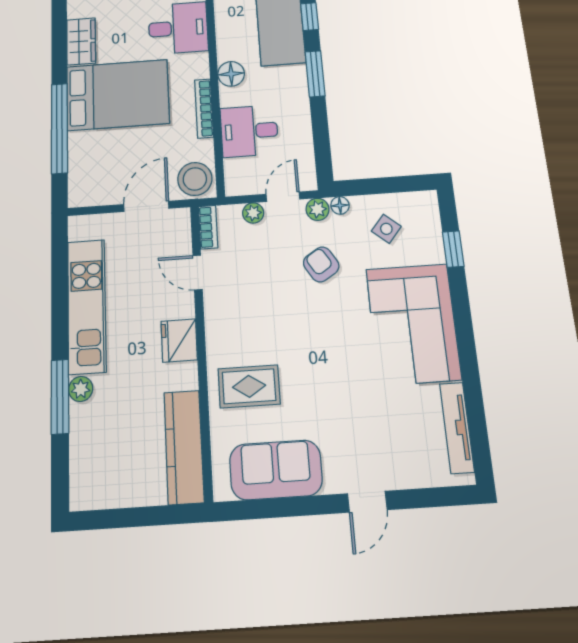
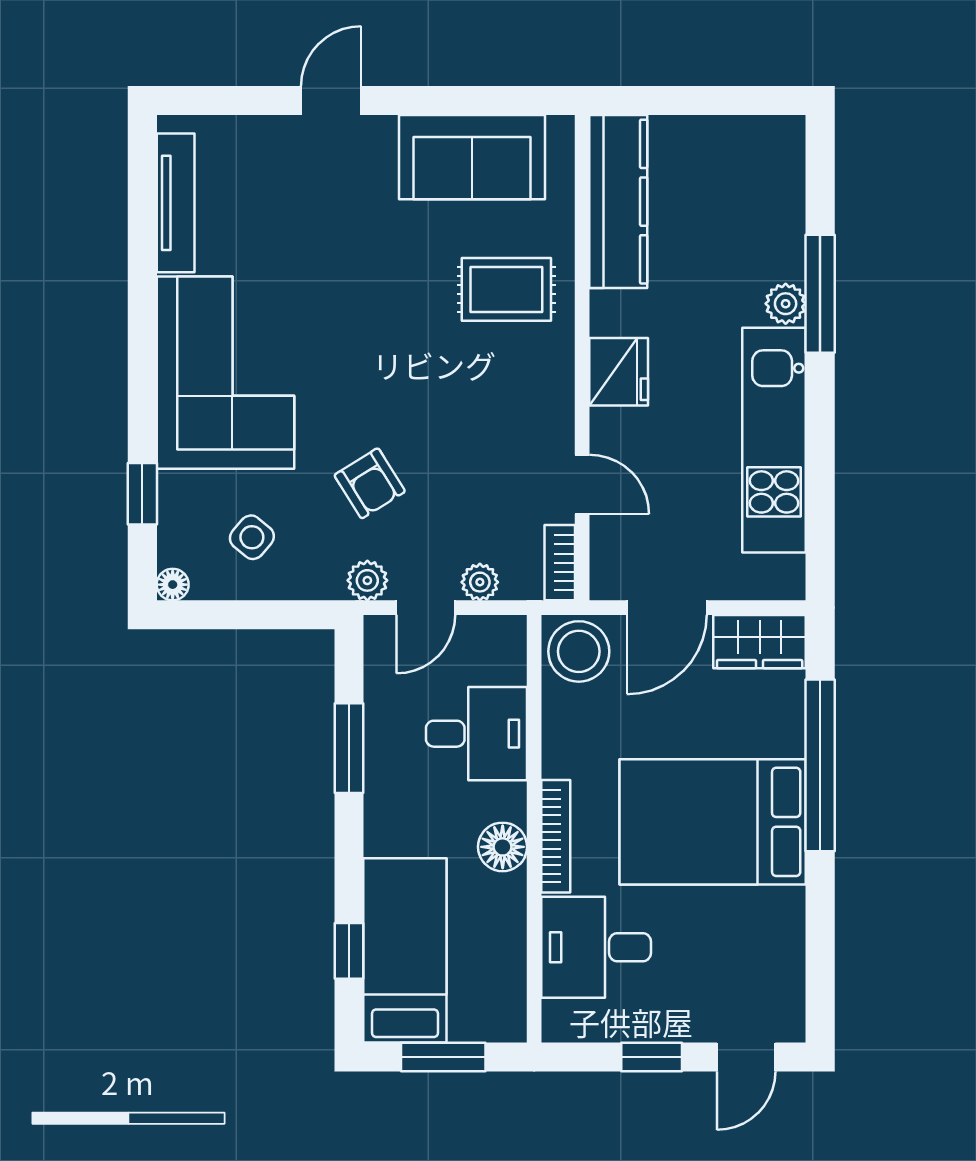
wardrobe: (81, 41) -> (760, 642), moved, turned -90
window: (315, 74) -> (349, 748), moved
bookcase: (204, 108) -> (556, 836), moved
floor lamp: (340, 205) -> (173, 585), moved

